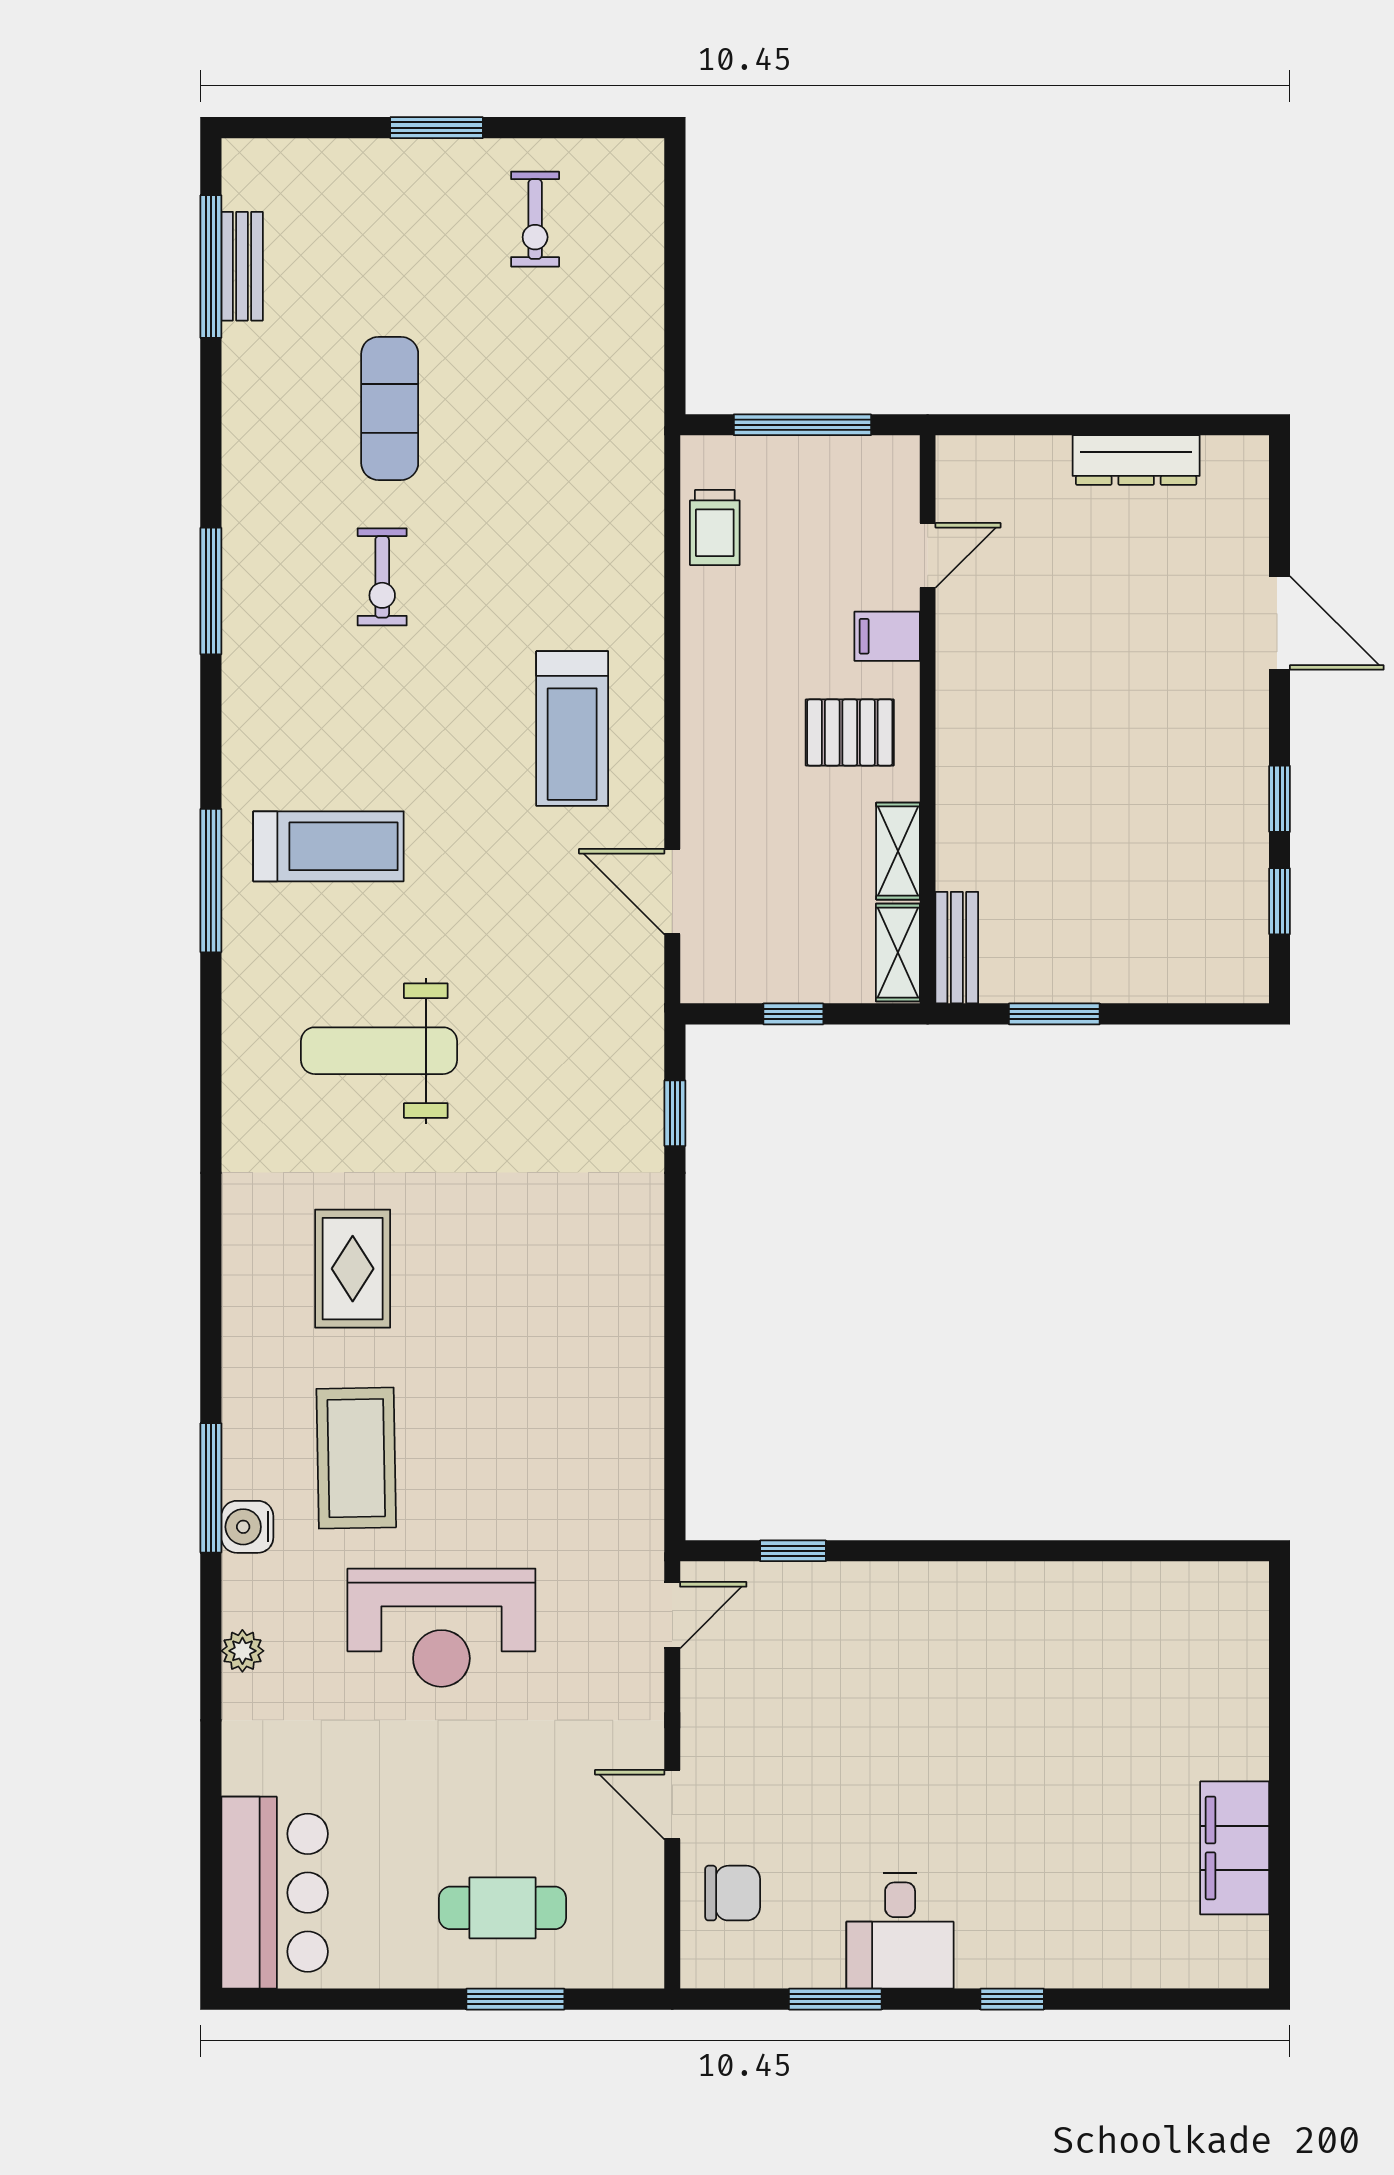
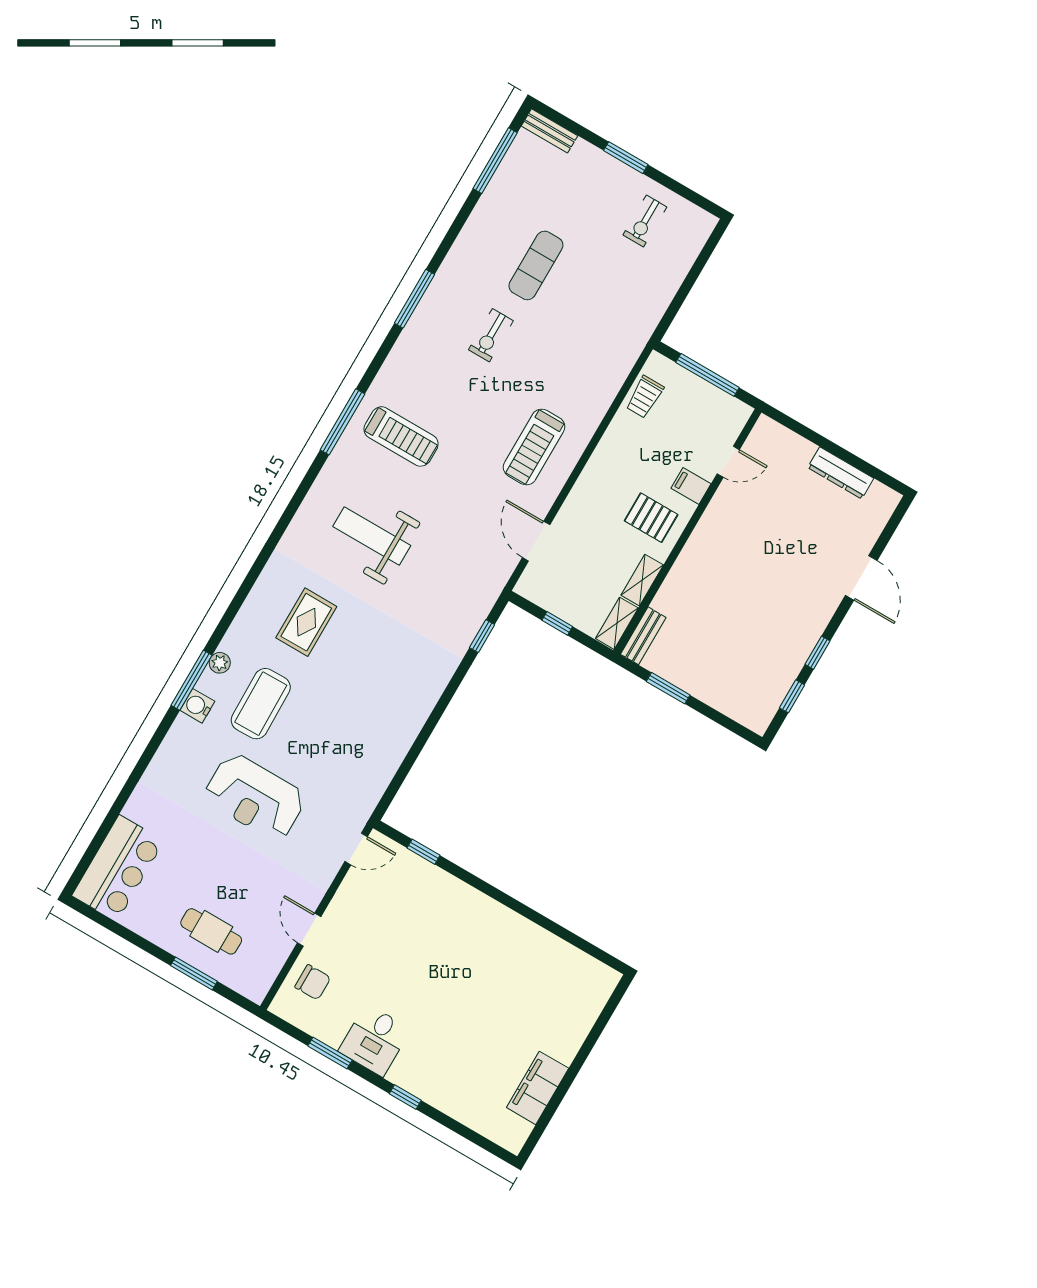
bench: (242, 266) -> (550, 131), moved, turned 90
plant: (242, 1651) -> (220, 663), moved

